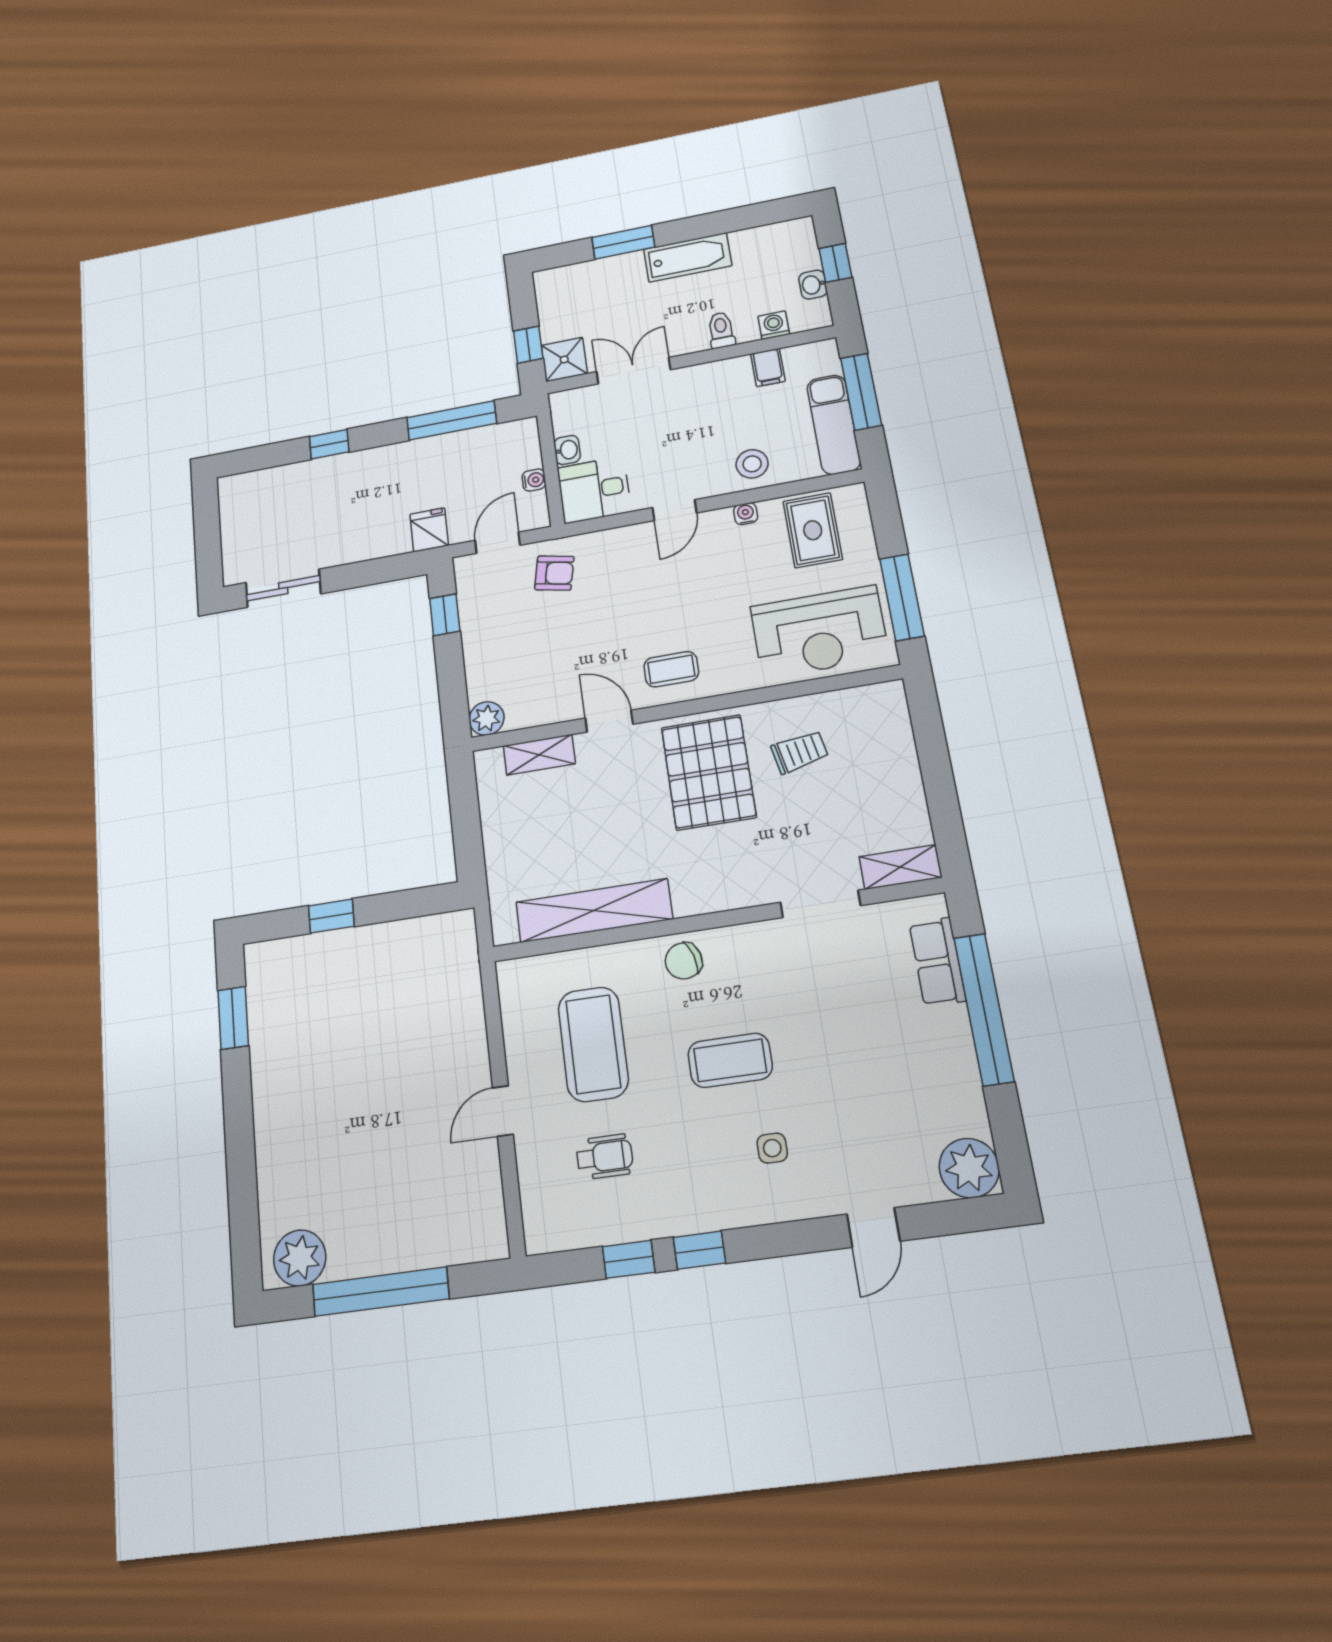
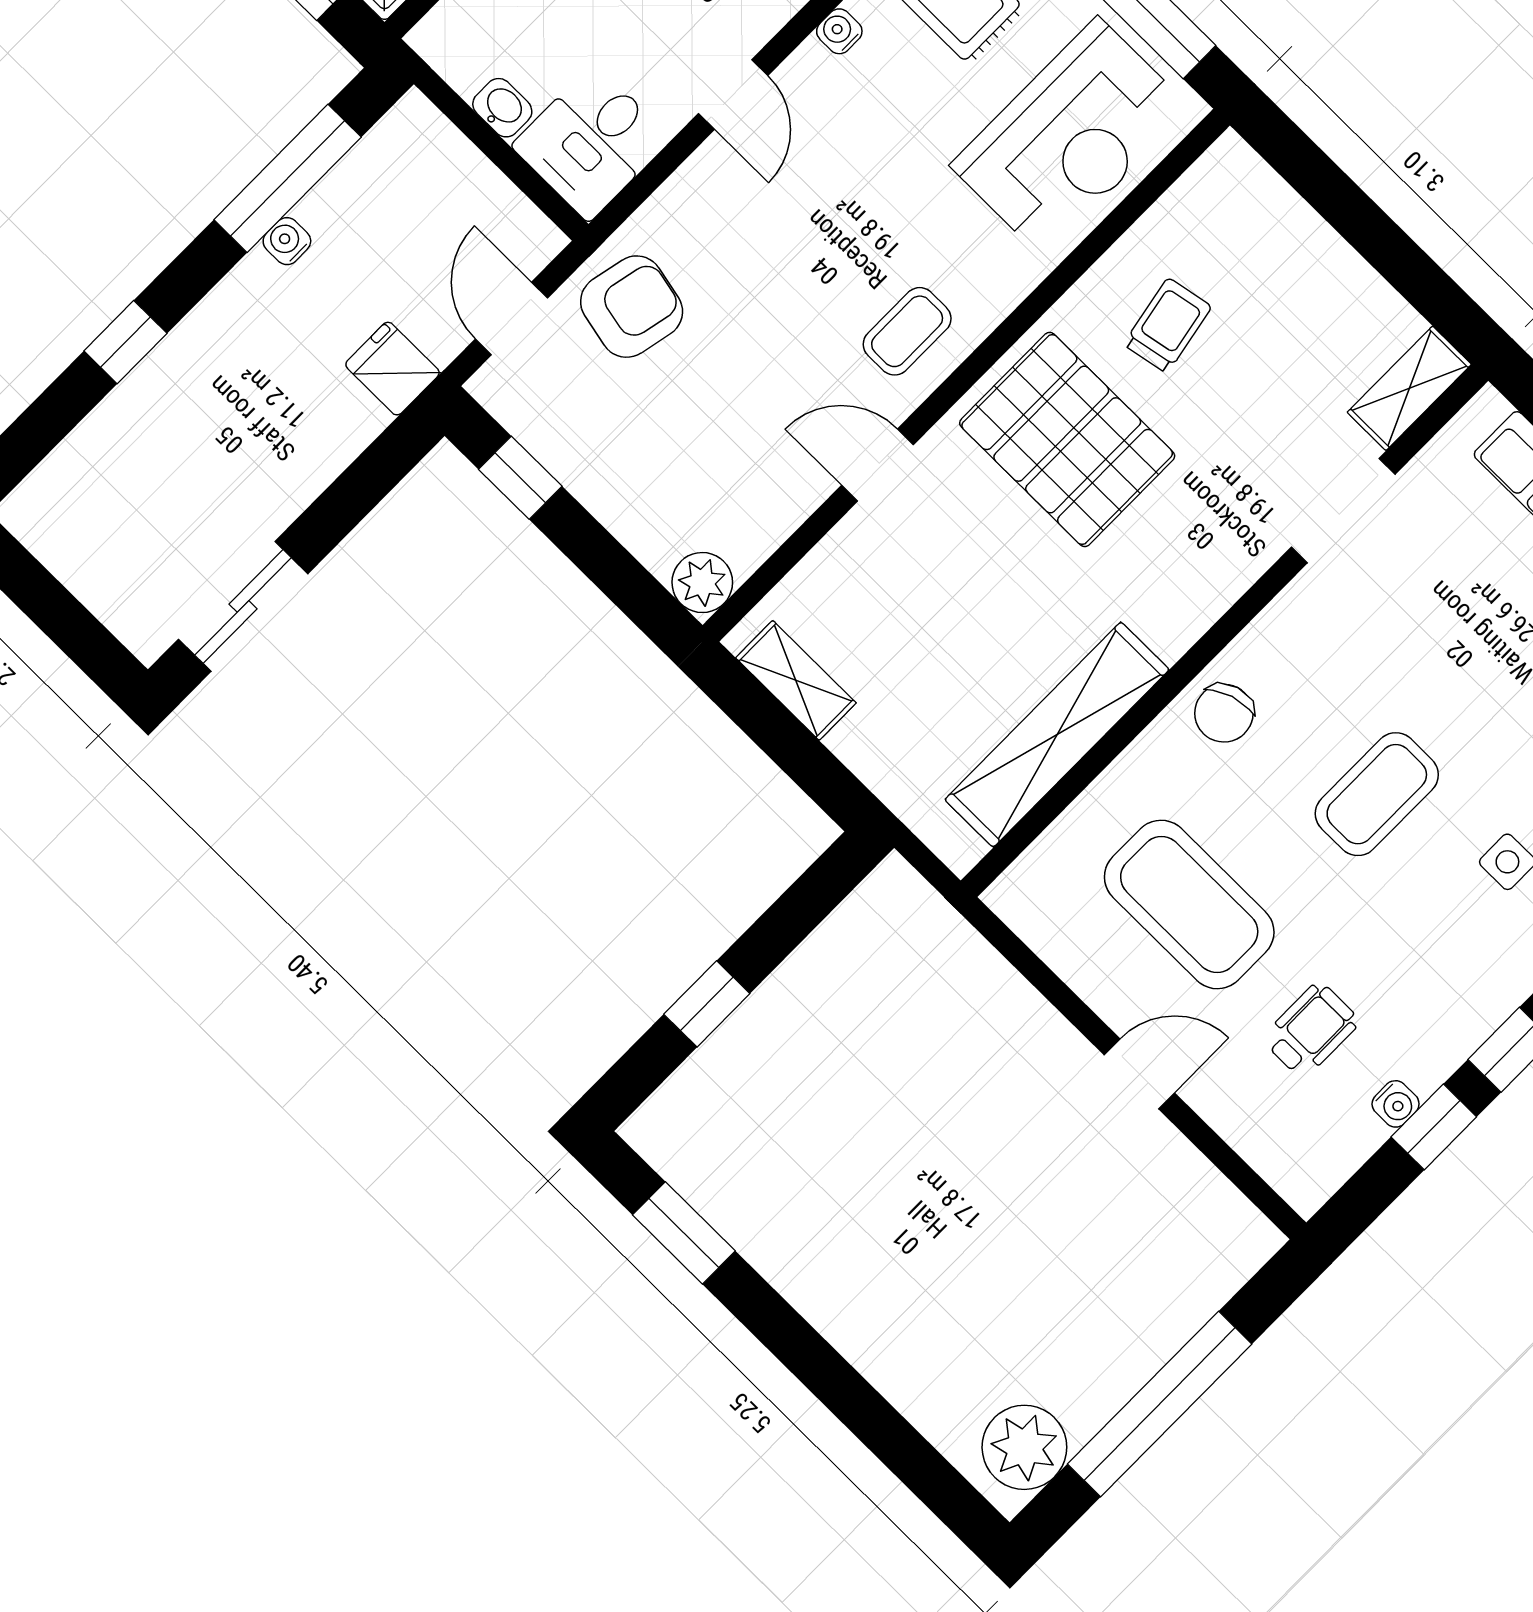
water cooler: (534, 480) -> (287, 241), moved, turned -90
armchair: (554, 573) -> (632, 307), width x1.38, depth x1.38
shelving: (539, 755) -> (796, 680), moved, turned 90
door: (503, 1111) -> (1139, 1074), swing flipped
water cooler: (618, 1231) -> (1396, 1104), added

